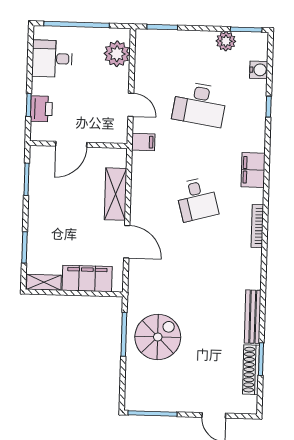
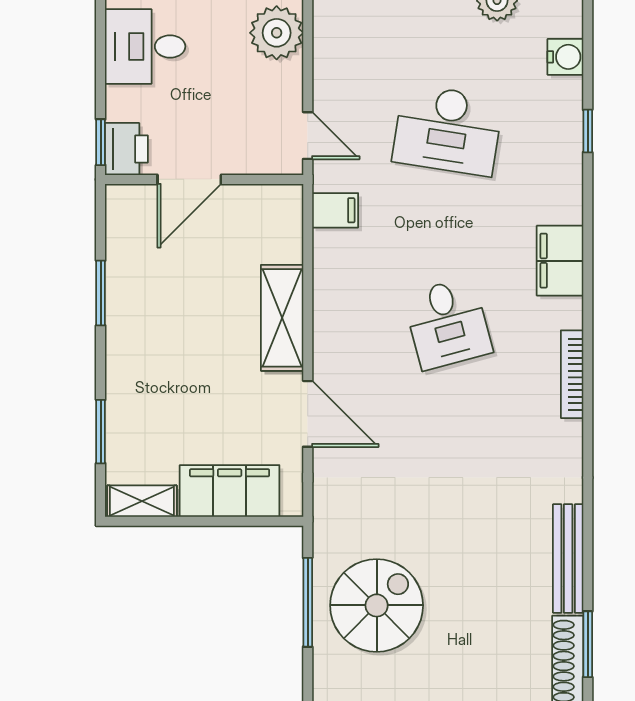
door: (71, 144) -> (189, 179), moved
wall: (79, 145) -> (204, 179), moved

